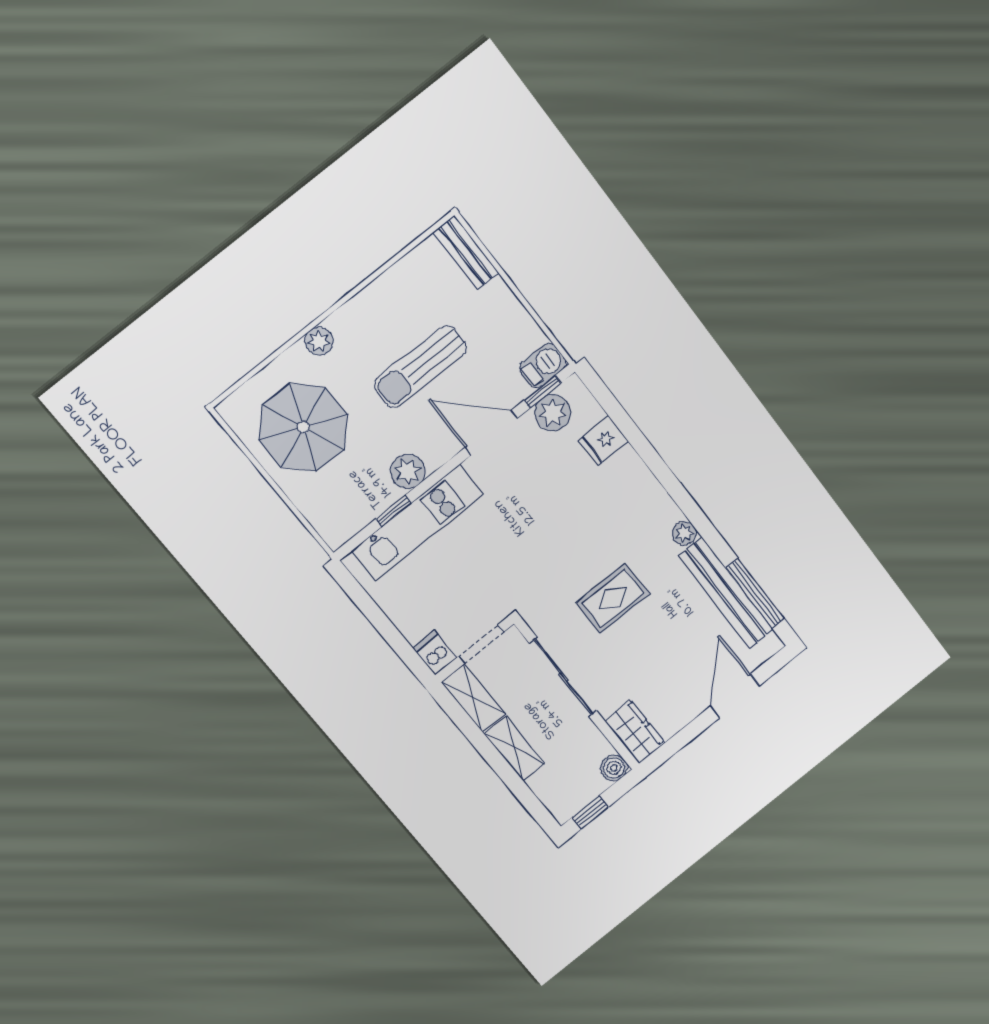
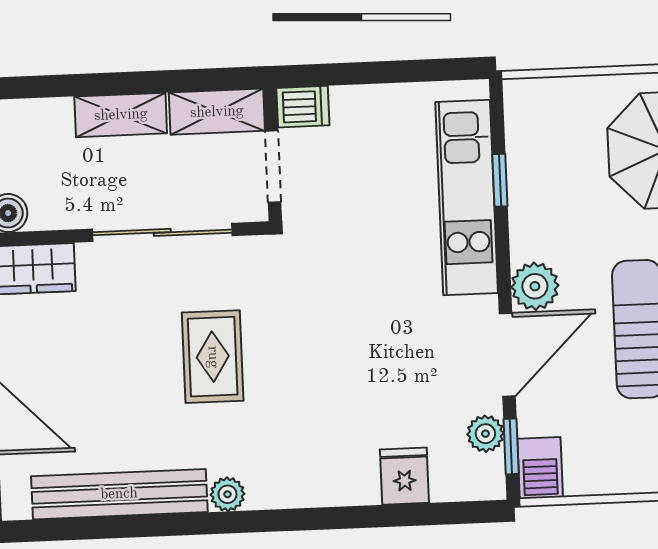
plant: (553, 413) -> (485, 434), width x0.73, depth x0.73
plant: (408, 472) -> (535, 286), moved
window: (755, 593) -> (93, 528), removed

